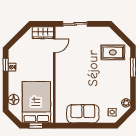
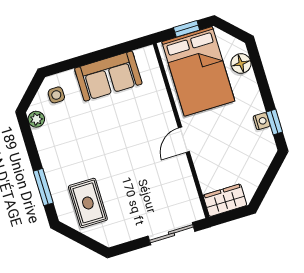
door: (54, 46) -> (184, 140), moved
rug: (113, 52) -> (88, 203), turned 90

